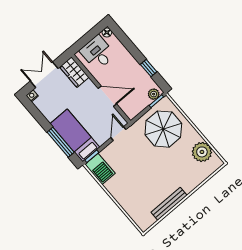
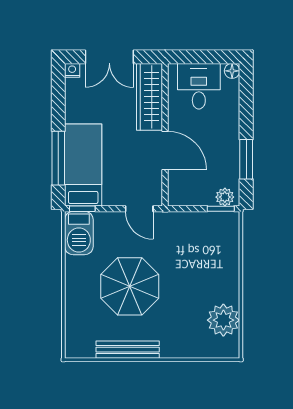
window: (149, 68) -> (246, 159), width x1.50
wardrobe: (74, 72) -> (149, 97), width x1.50
double door: (44, 75) -> (109, 57), swing flipped
parasol: (163, 129) -> (130, 286), moved
door: (118, 134) -> (139, 209), swing flipped

